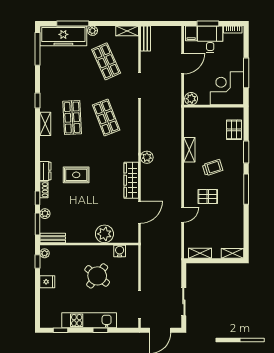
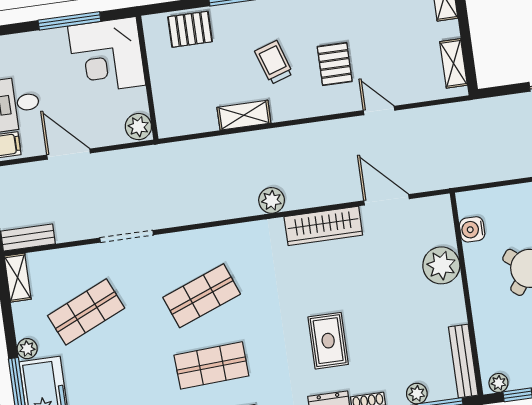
bench: (53, 238) -> (463, 361), width x1.36

